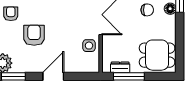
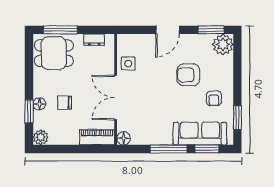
armchair: (34, 35) -> (188, 75), turned 90
window: (129, 76) -> (60, 30), moved

